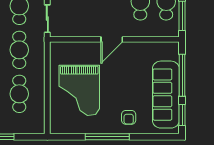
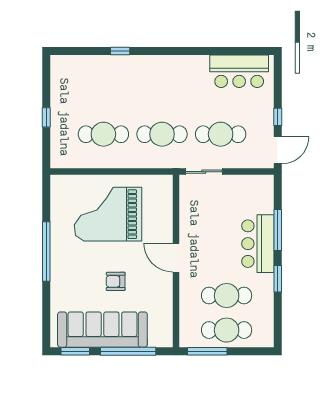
armchair: (129, 117) -> (116, 281), moved

